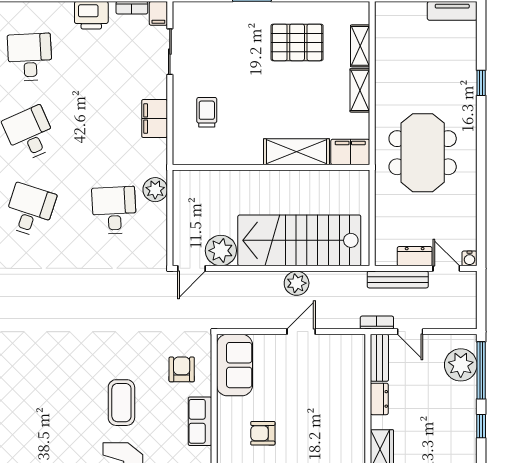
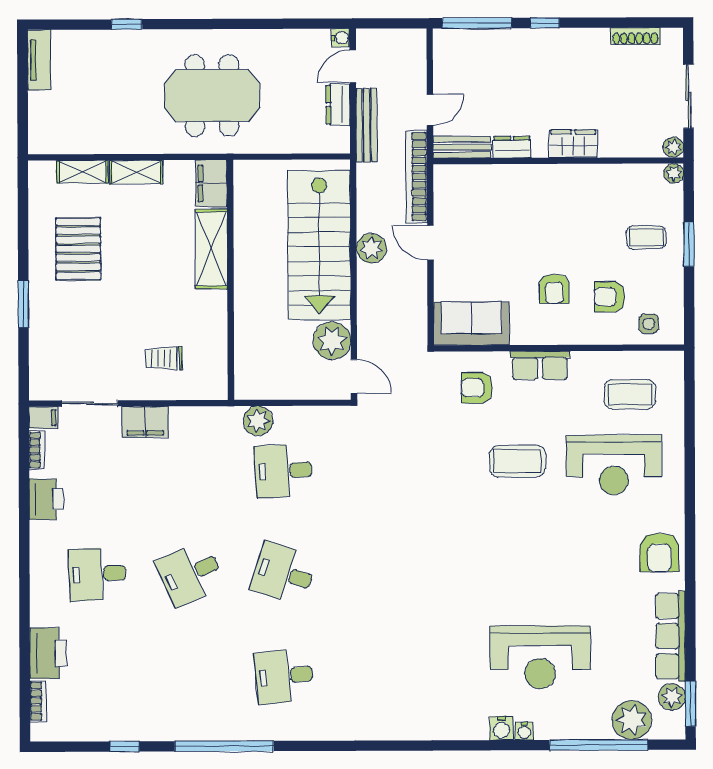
filing cabinet: (155, 119) -> (145, 422), moved
bookcase: (377, 323) -> (417, 177), width x2.31, depth x1.31
plant: (461, 365) -> (470, 48), removed

